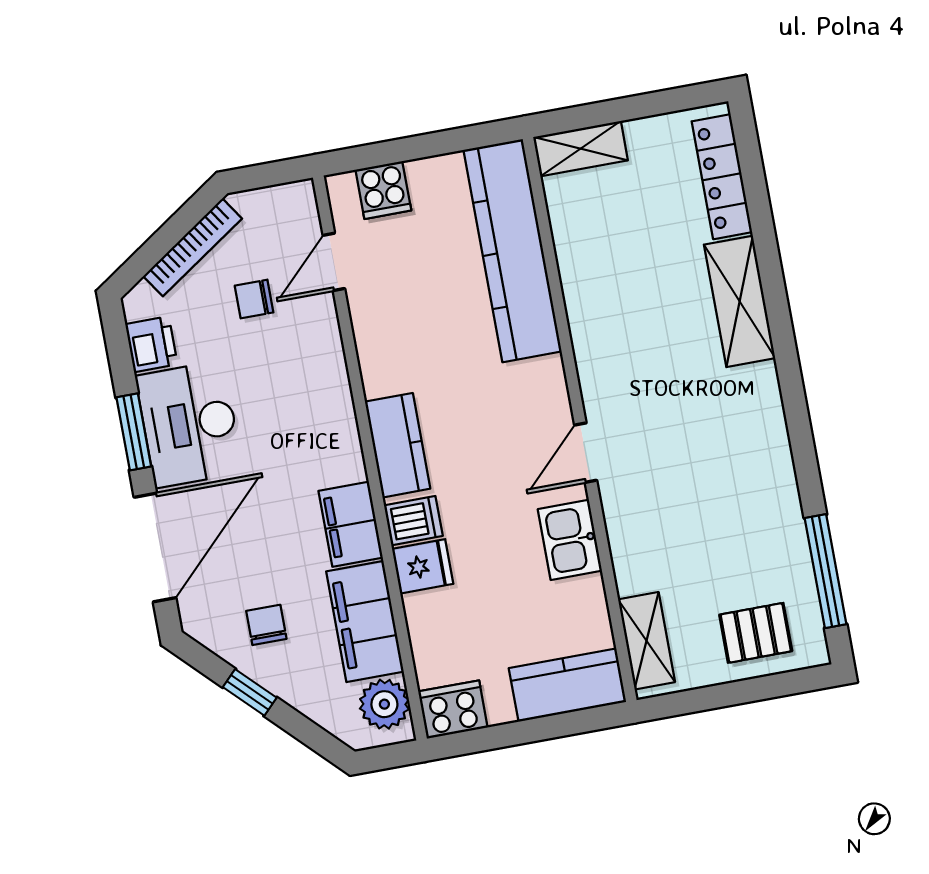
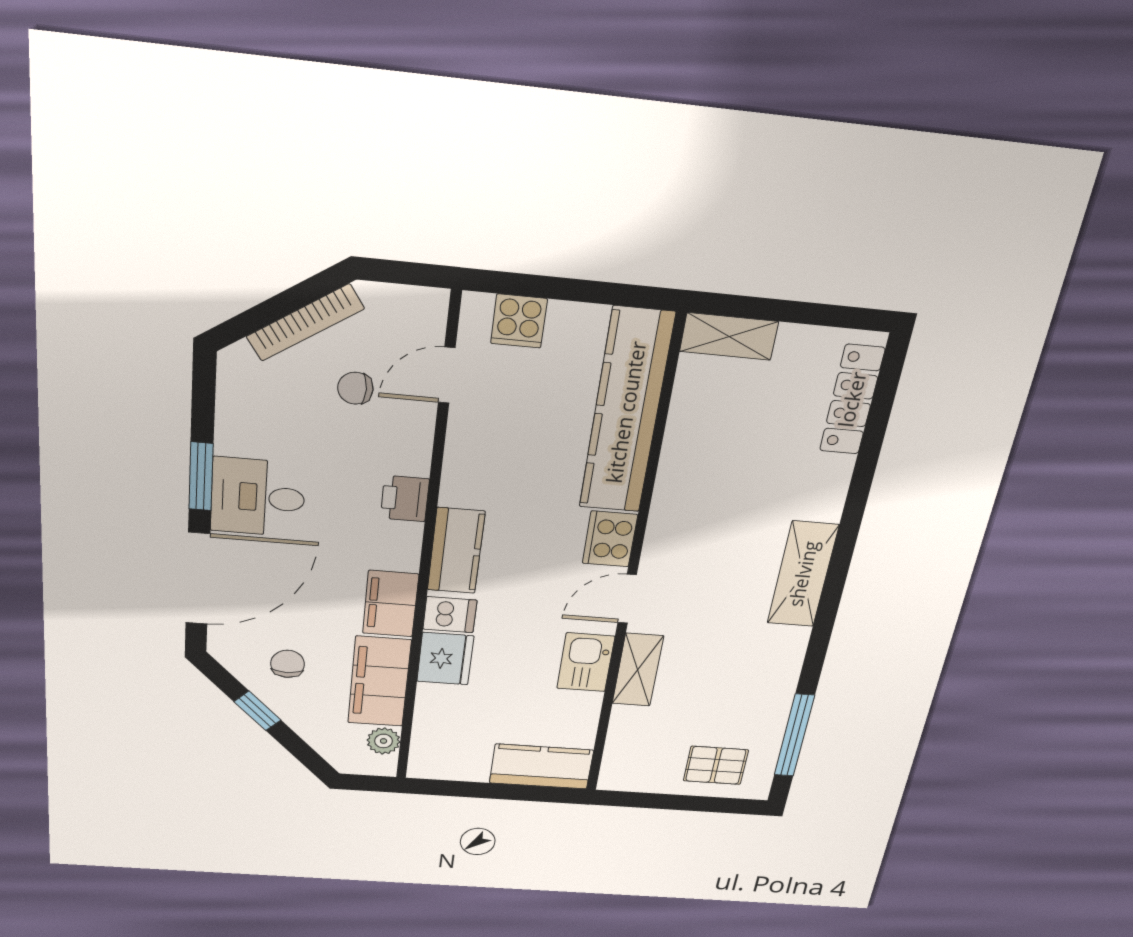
shelving: (740, 301) -> (803, 574), moved
printer: (151, 344) -> (405, 499), moved, turned 180
desk: (189, 424) -> (258, 497), width x0.73
fridge: (423, 566) -> (445, 659), width x1.38
shelving: (647, 641) -> (638, 670), moved
plant: (384, 704) -> (384, 741), width x0.73, depth x0.73
cooker: (453, 709) -> (610, 539), moved, turned -90

